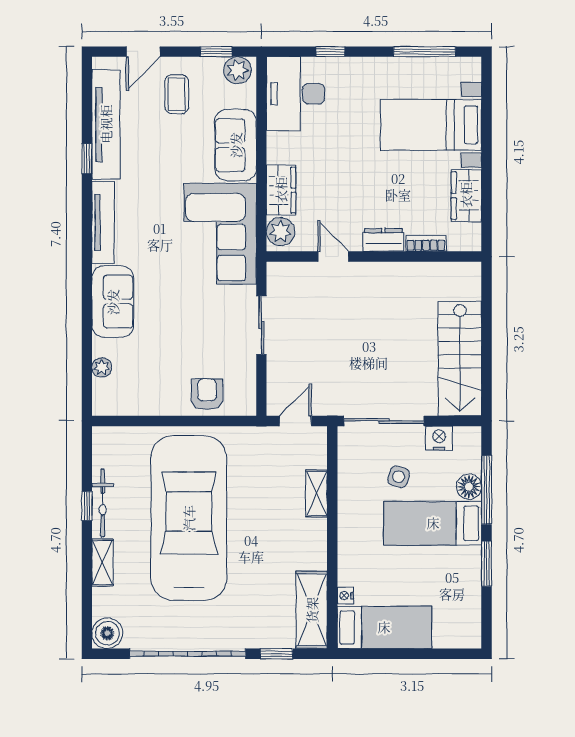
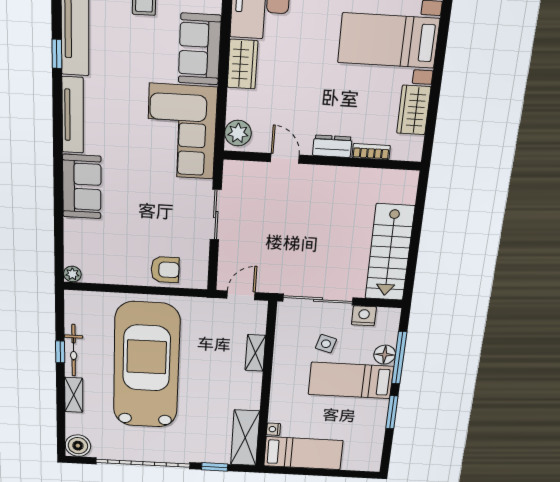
wardrobe: (281, 190) -> (242, 64), moved
plant: (102, 368) -> (72, 274), moved
armchair: (207, 394) -> (165, 270), turned 90

